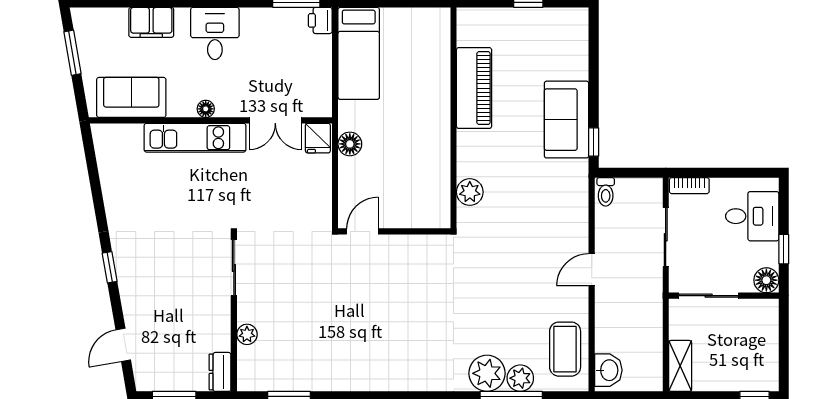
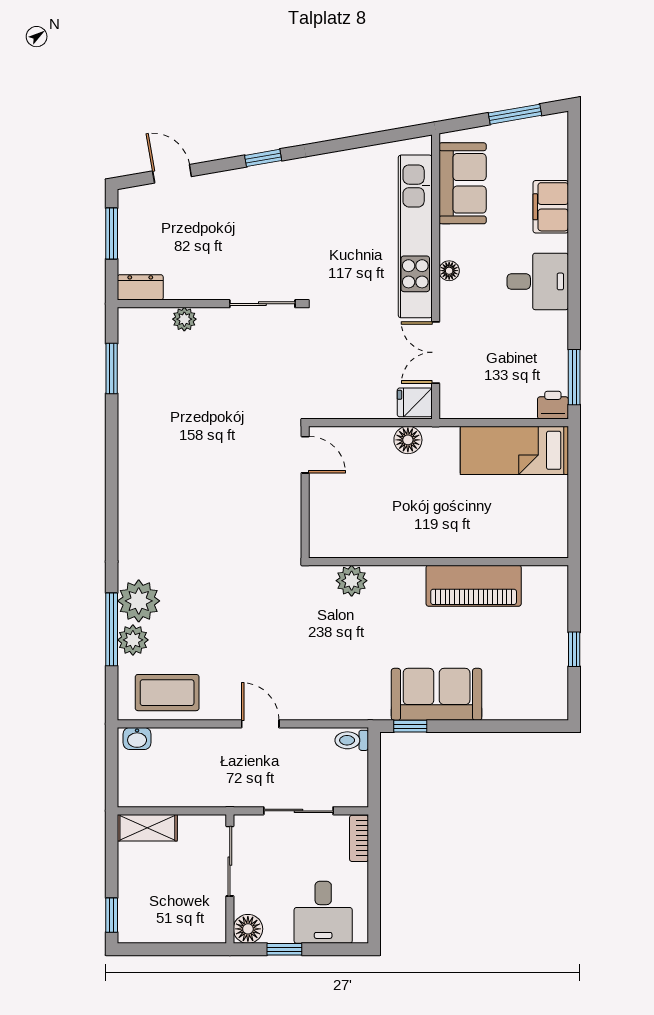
kitchen unit: (195, 138) -> (415, 236), width x1.36
washbasin: (608, 370) -> (137, 738), width x0.72, depth x0.69

